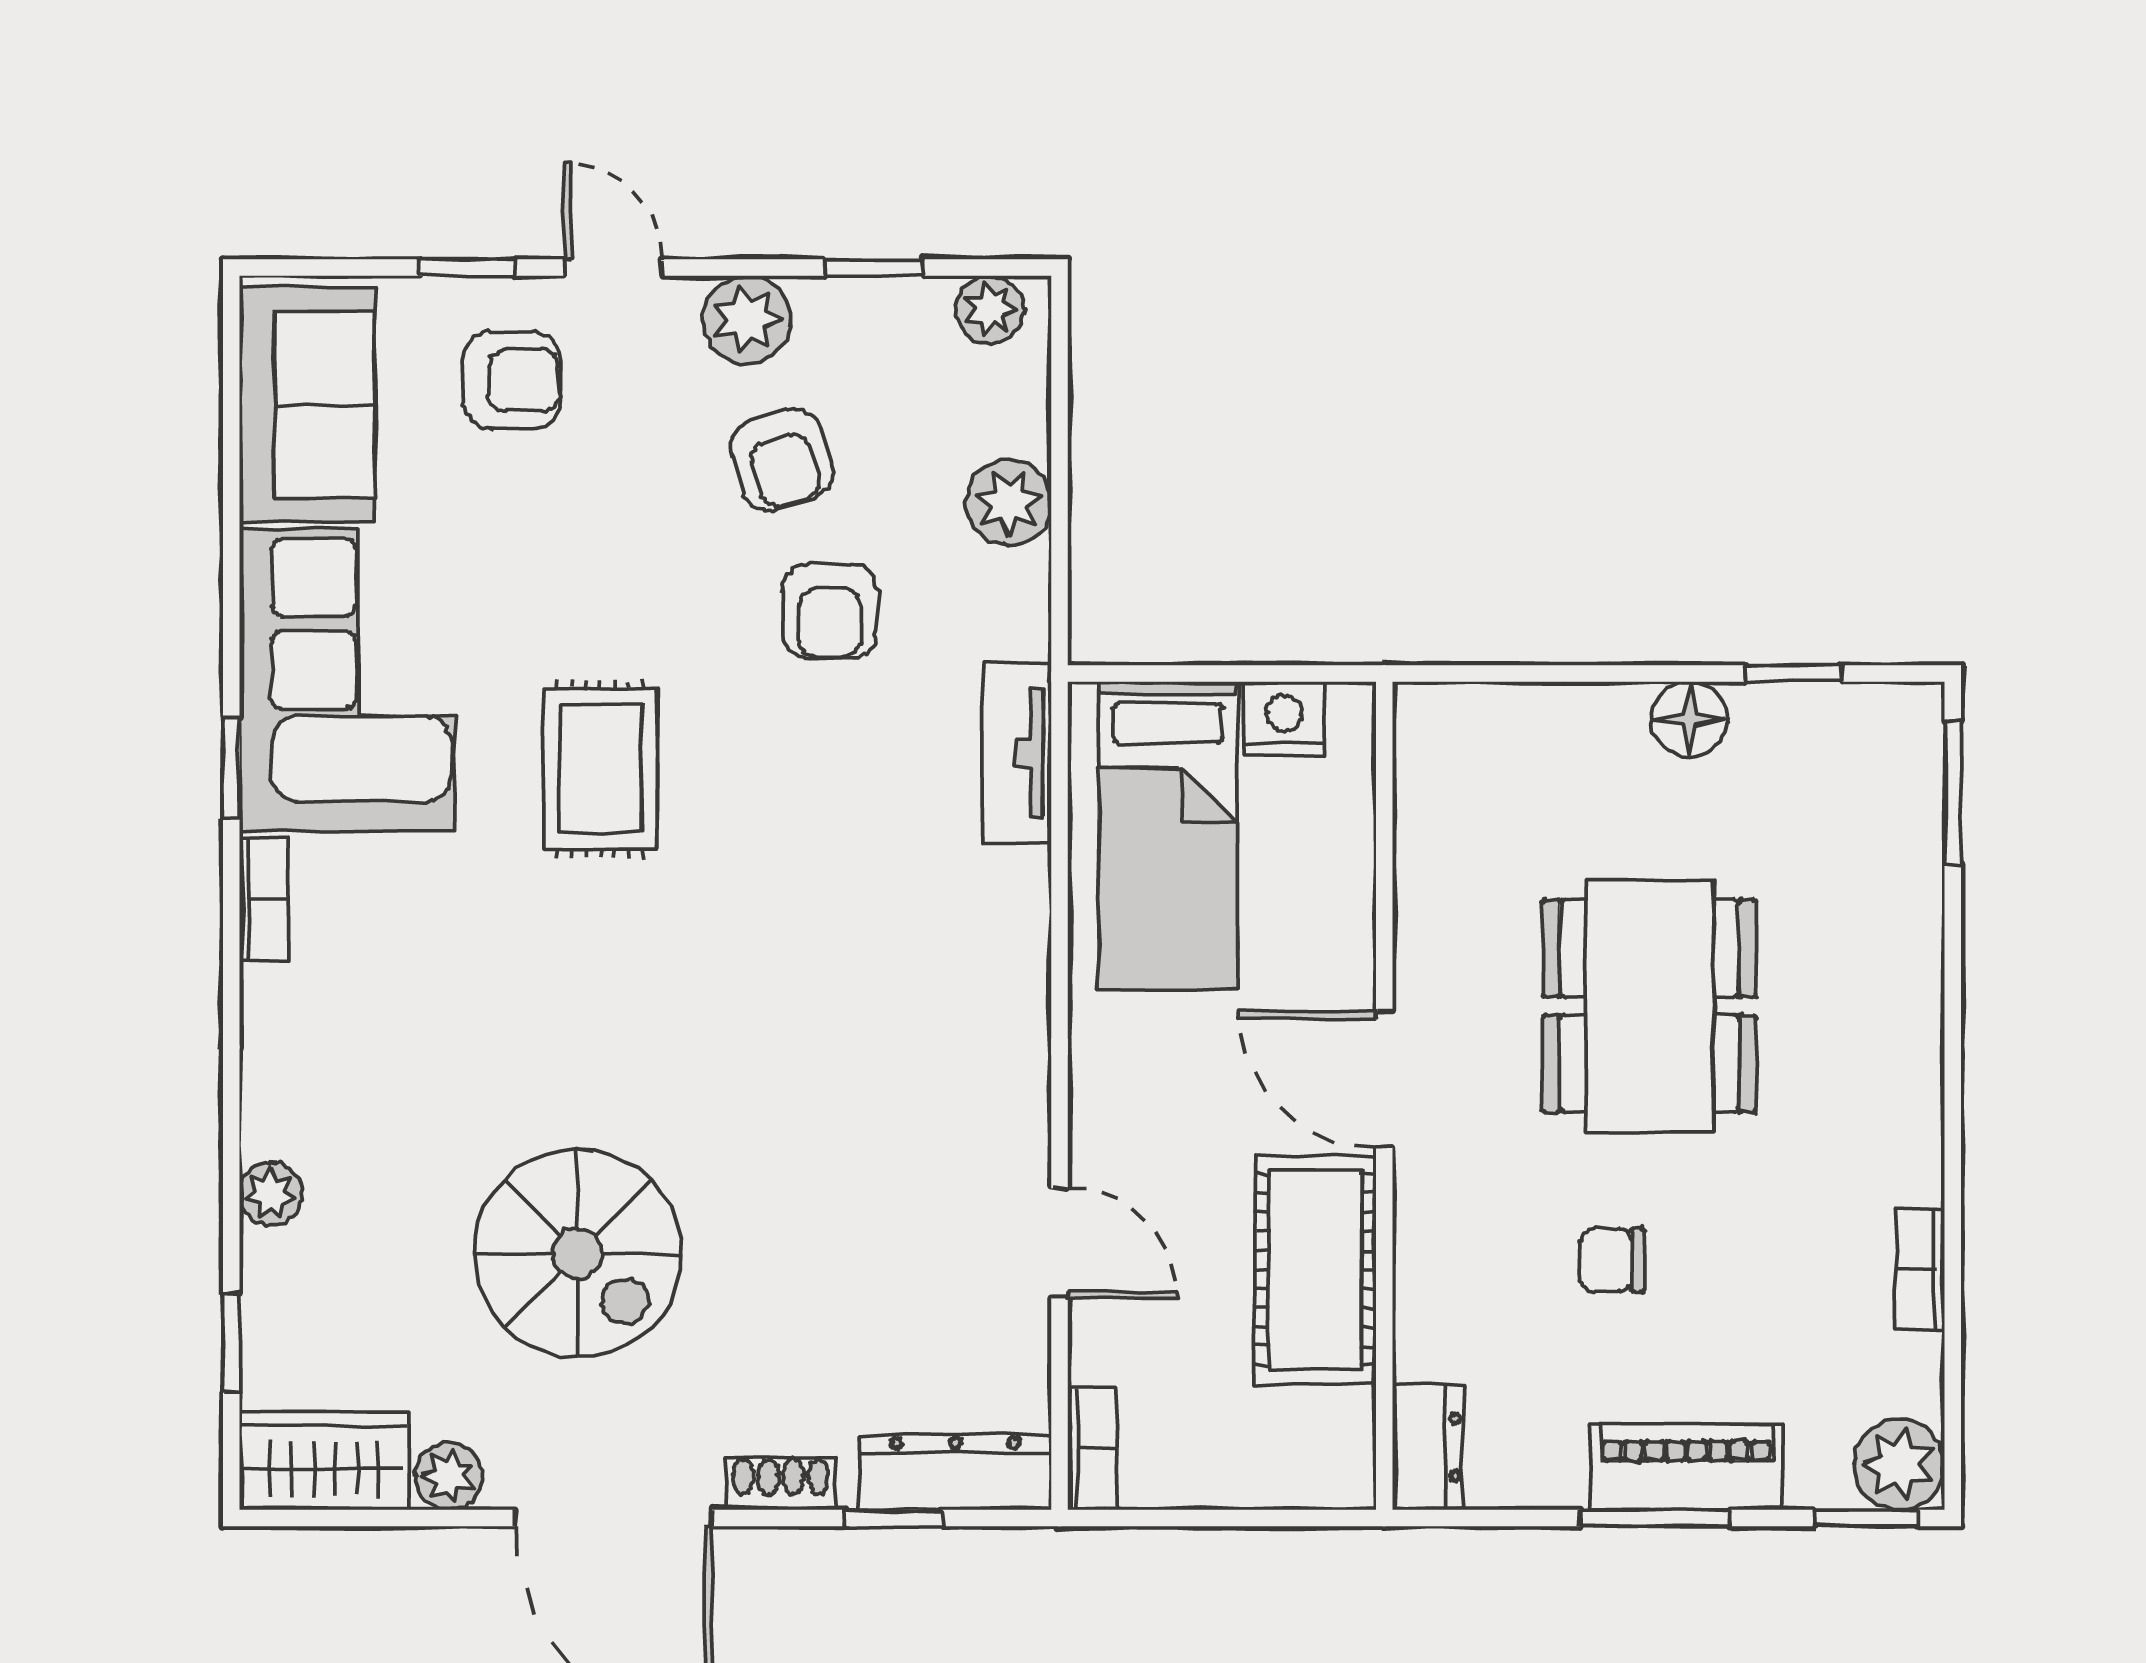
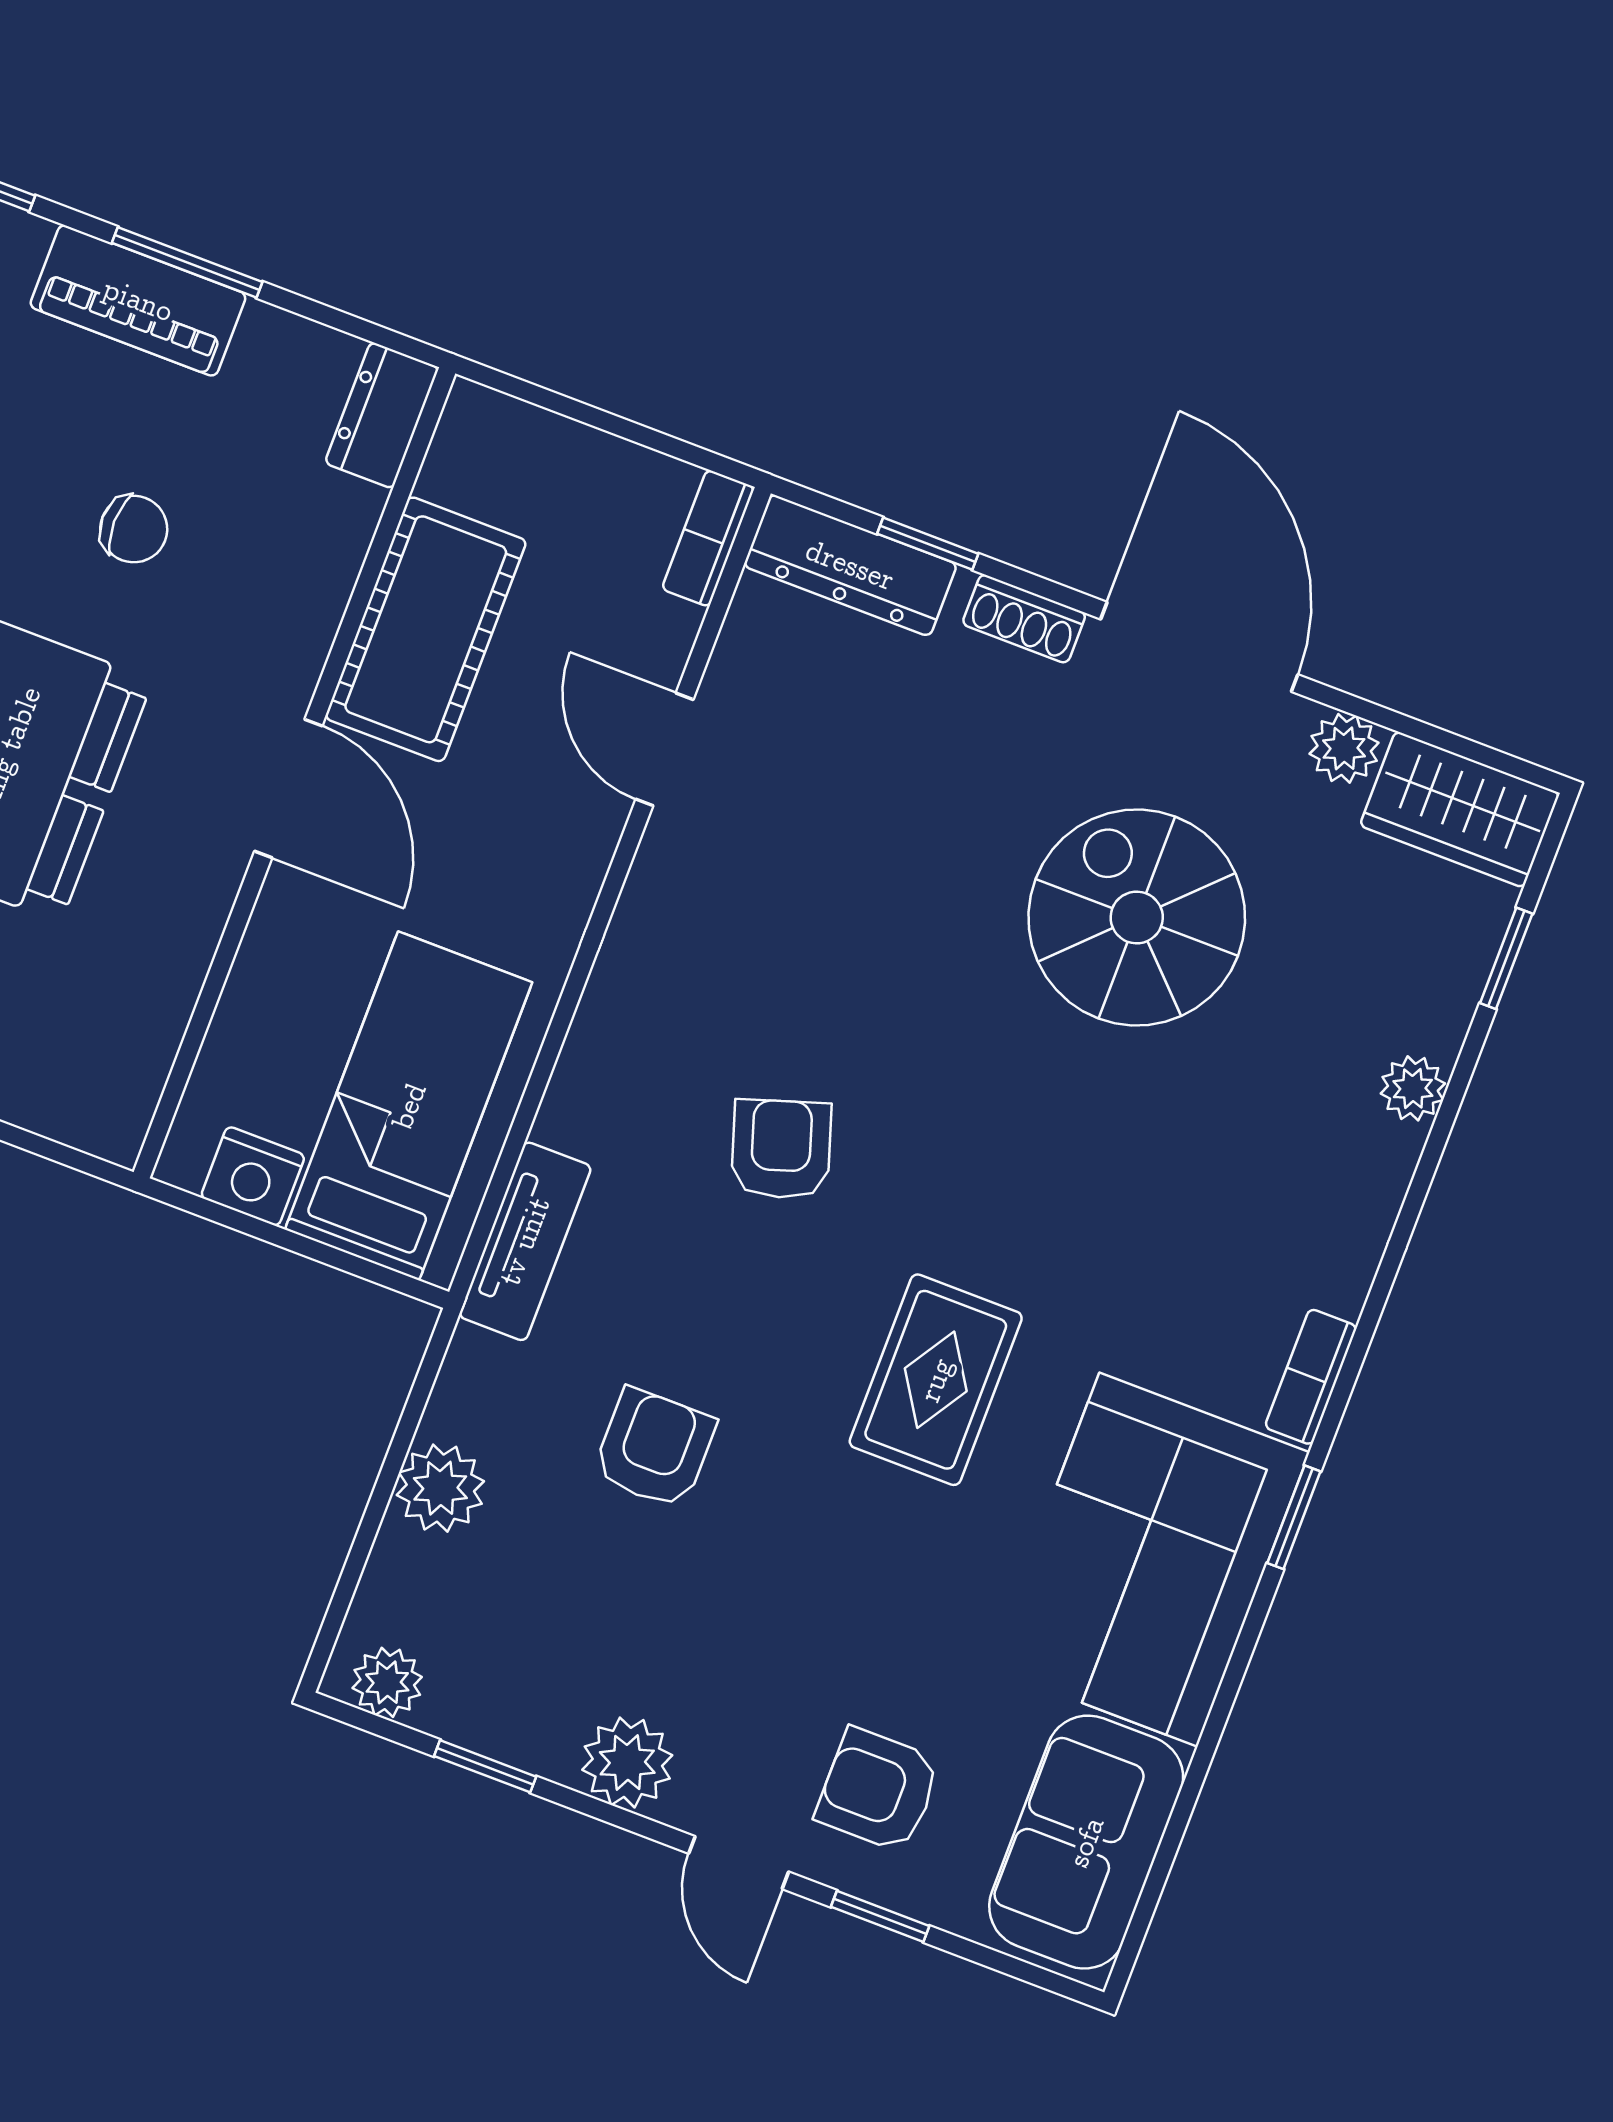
armchair: (782, 460) -> (781, 1149), moved

